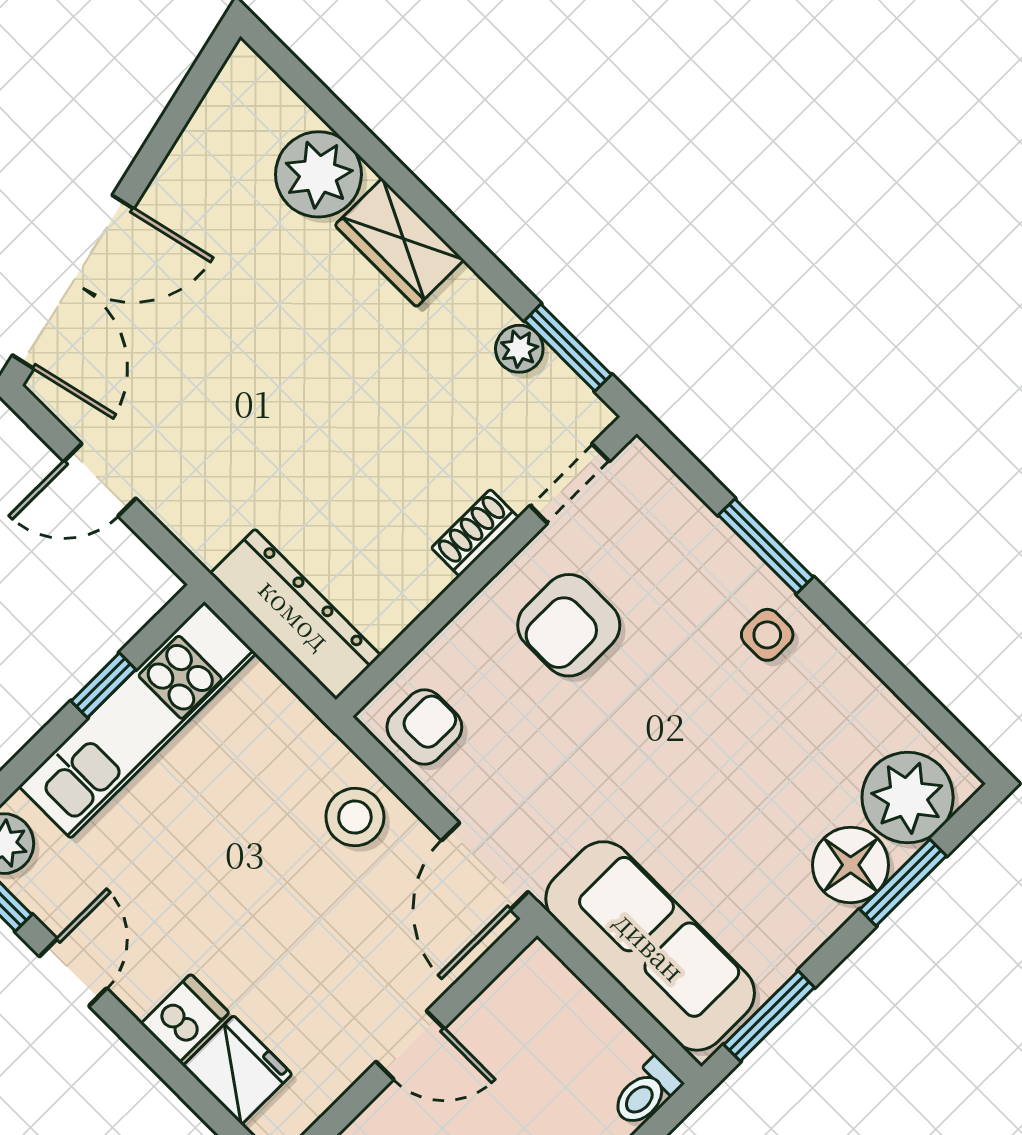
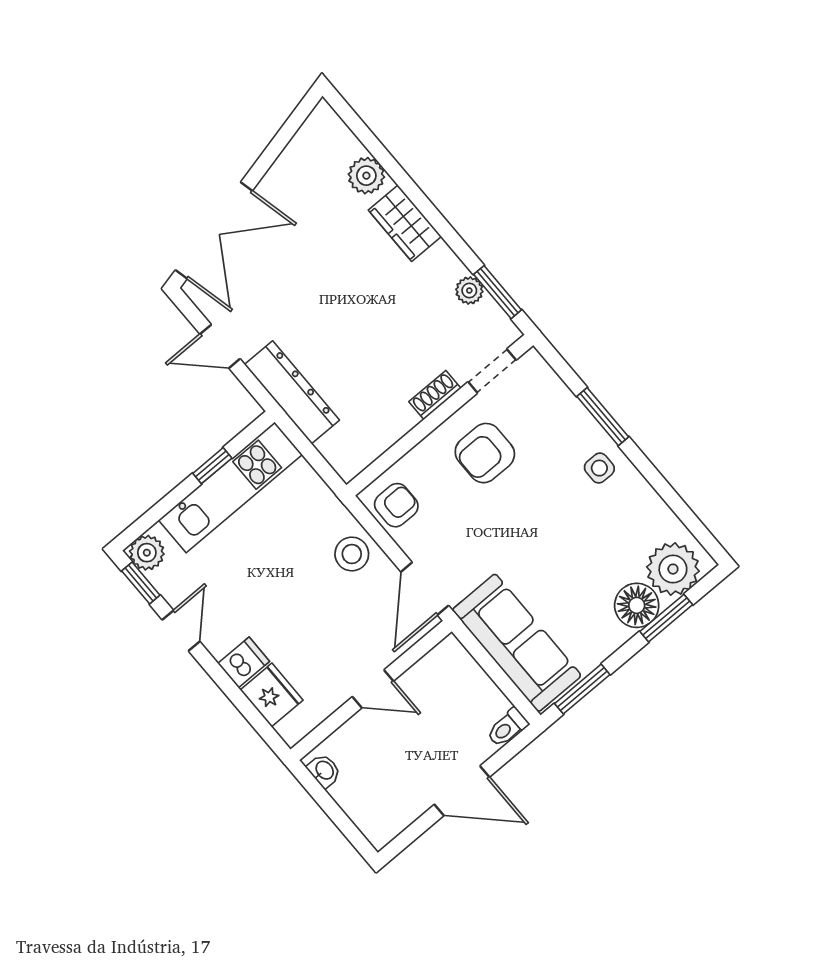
plant: (318, 174) -> (366, 176), width x0.73, depth x0.73
dresser: (295, 614) -> (292, 392), moved

